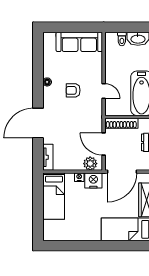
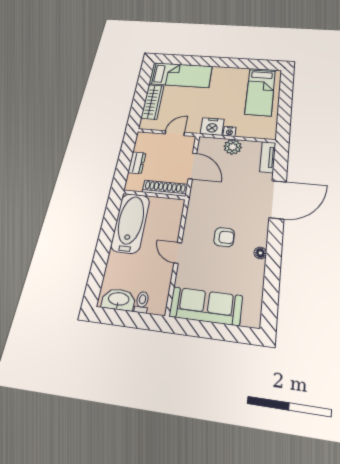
door: (104, 91) -> (178, 253), moved
plant: (90, 164) -> (233, 147), moved
door: (122, 172) -> (175, 133), width x0.53
bed: (54, 196) -> (260, 92), moved, turned 180

